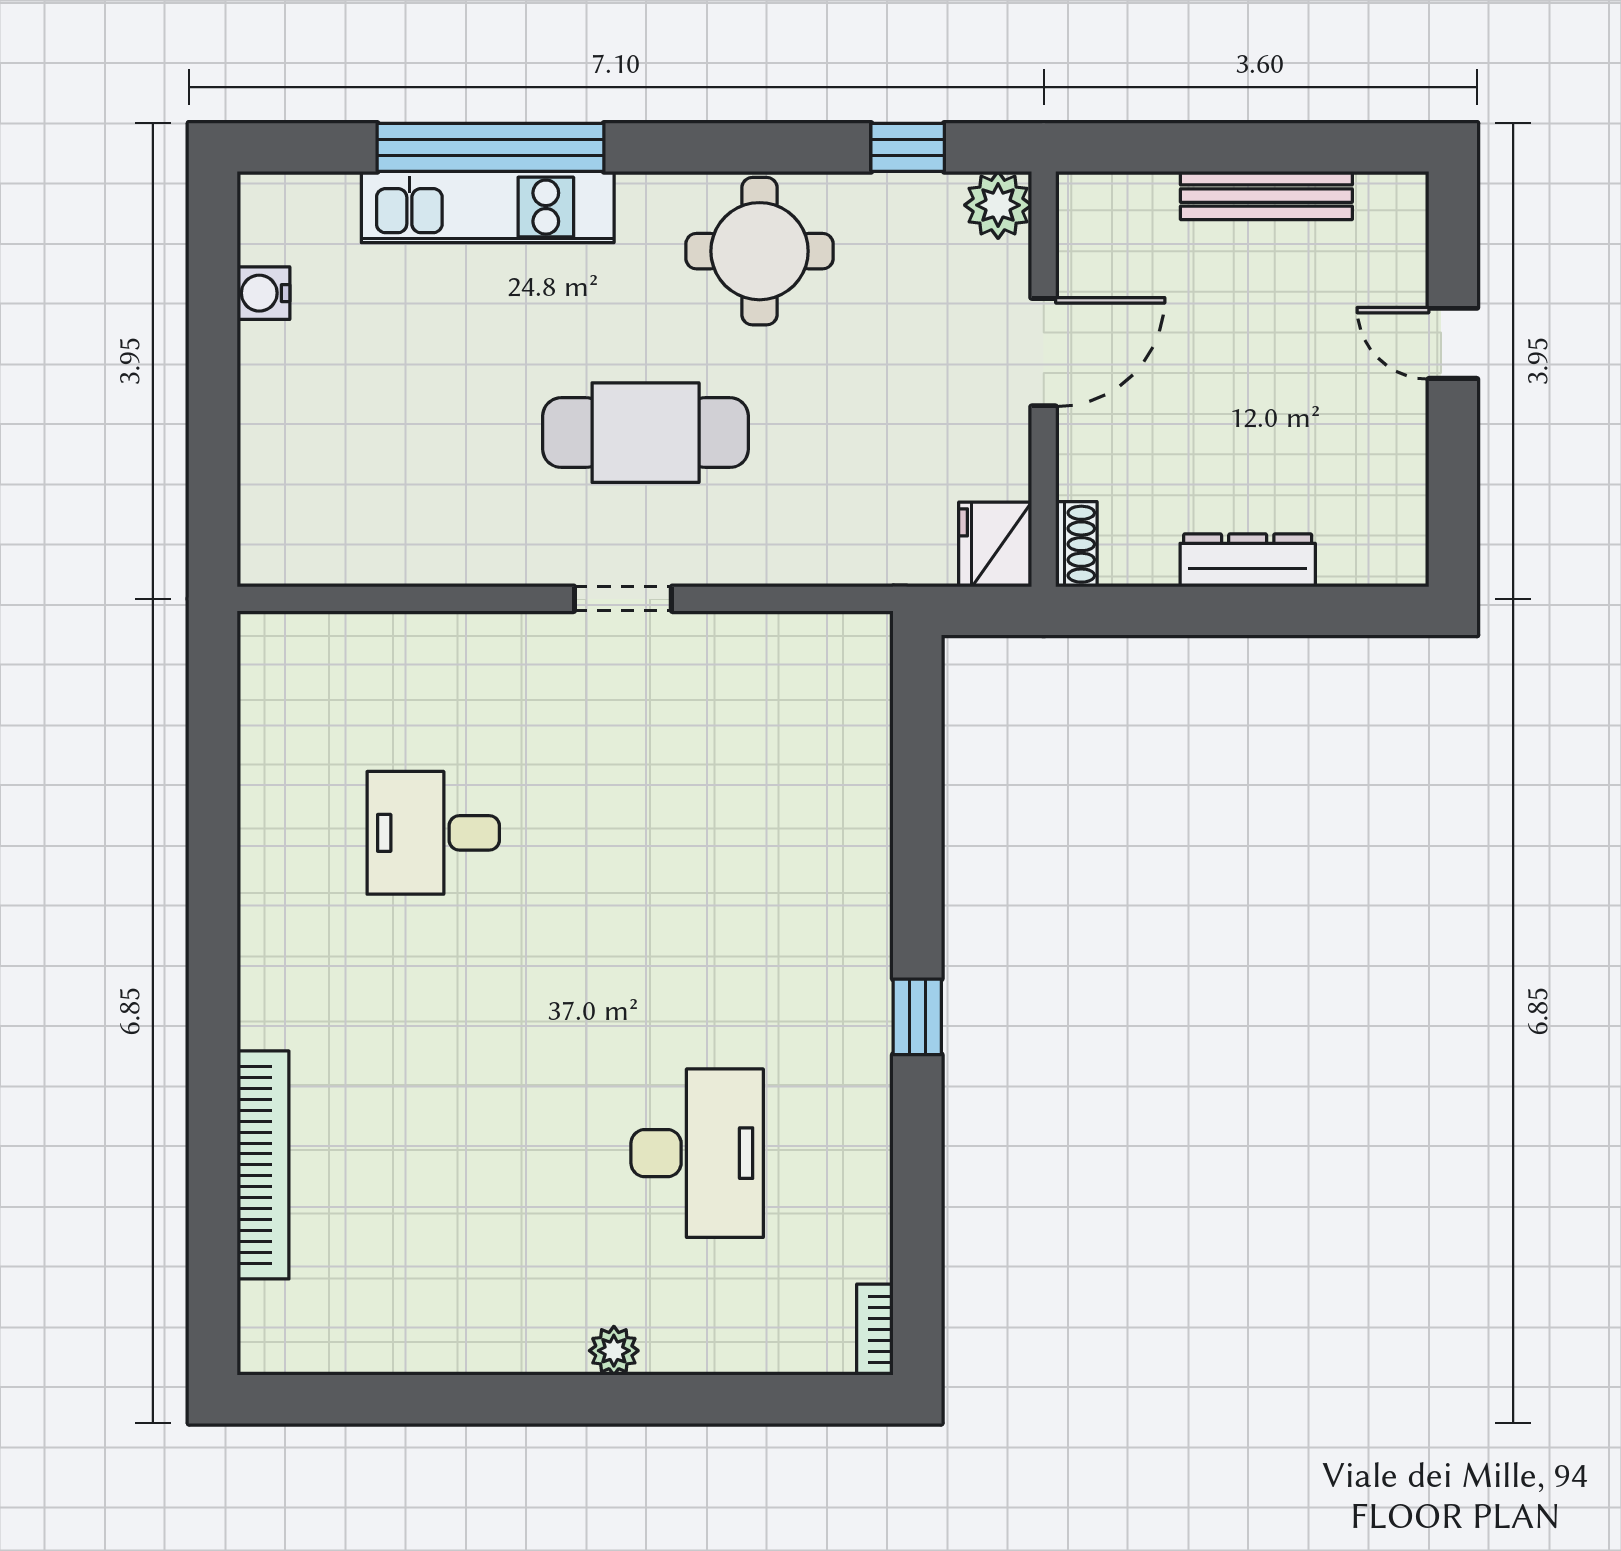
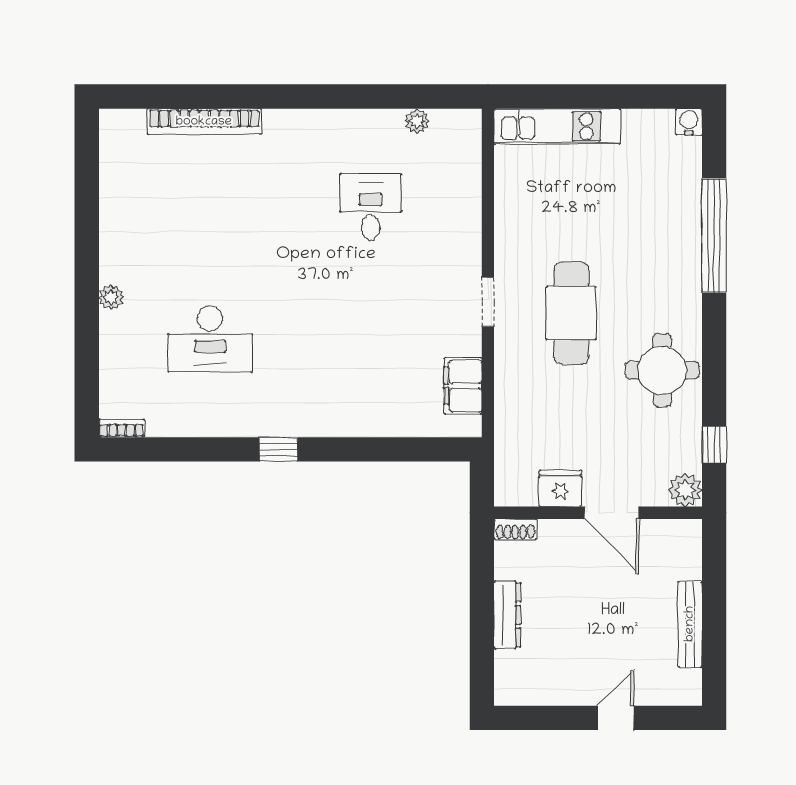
kitchen unit: (488, 207) -> (557, 126), moved, turned -90
water cooler: (263, 293) -> (689, 122), moved
fridge: (995, 544) -> (560, 488), moved
filing cabinet: (790, 649) -> (463, 386), added
plant: (262, 740) -> (417, 121), added

